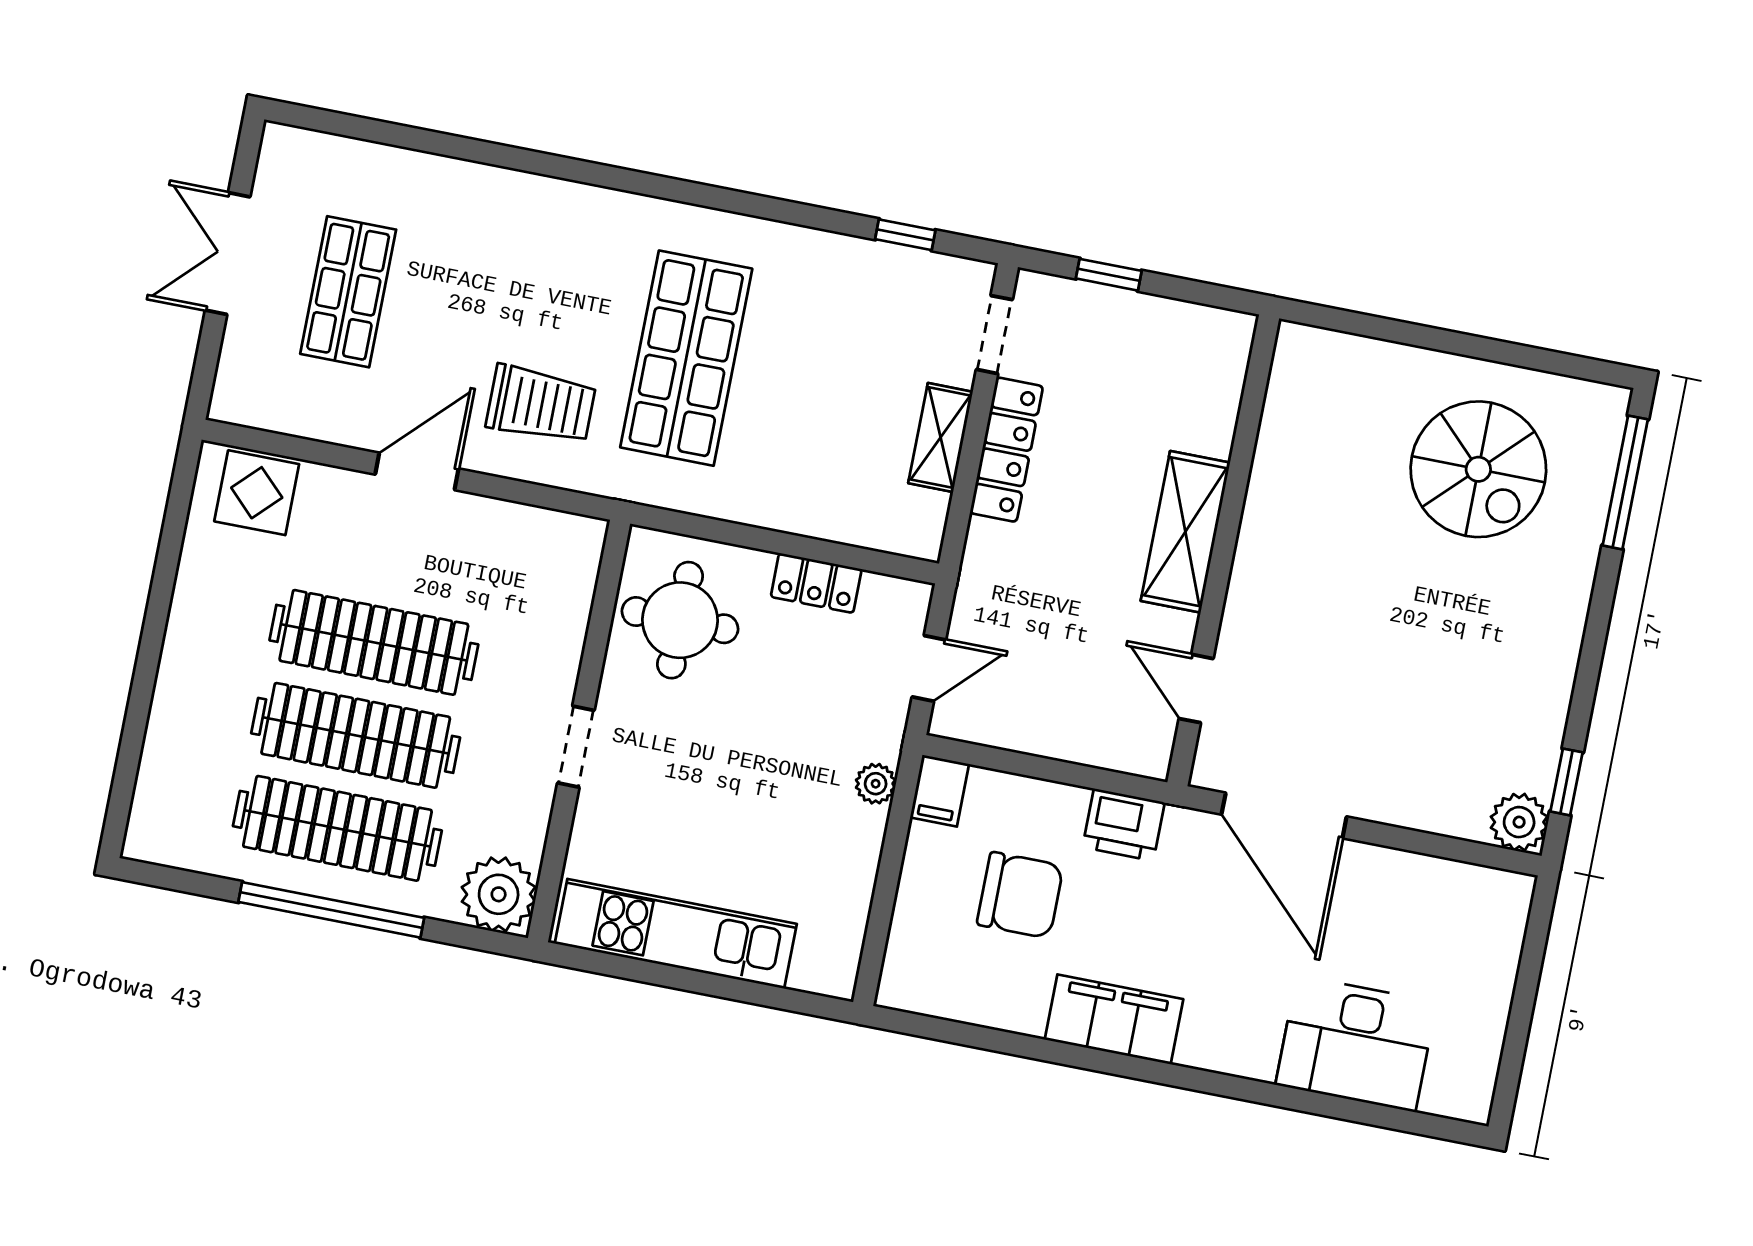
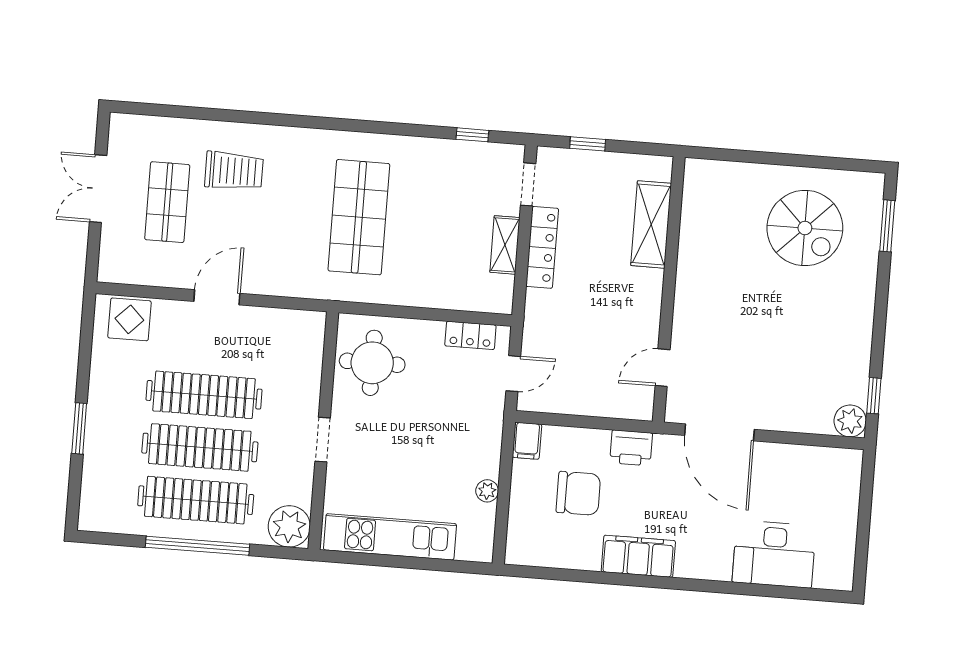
trolley: (541, 405) -> (234, 171), moved
window: (1625, 482) -> (887, 226), width x0.69
shelving: (1185, 532) -> (651, 224), moved
locker: (816, 583) -> (470, 335), moved
window: (145, 677) -> (79, 428), added
door: (1196, 689) -> (663, 368), hinge flipped
plant: (876, 784) -> (487, 491), moved

